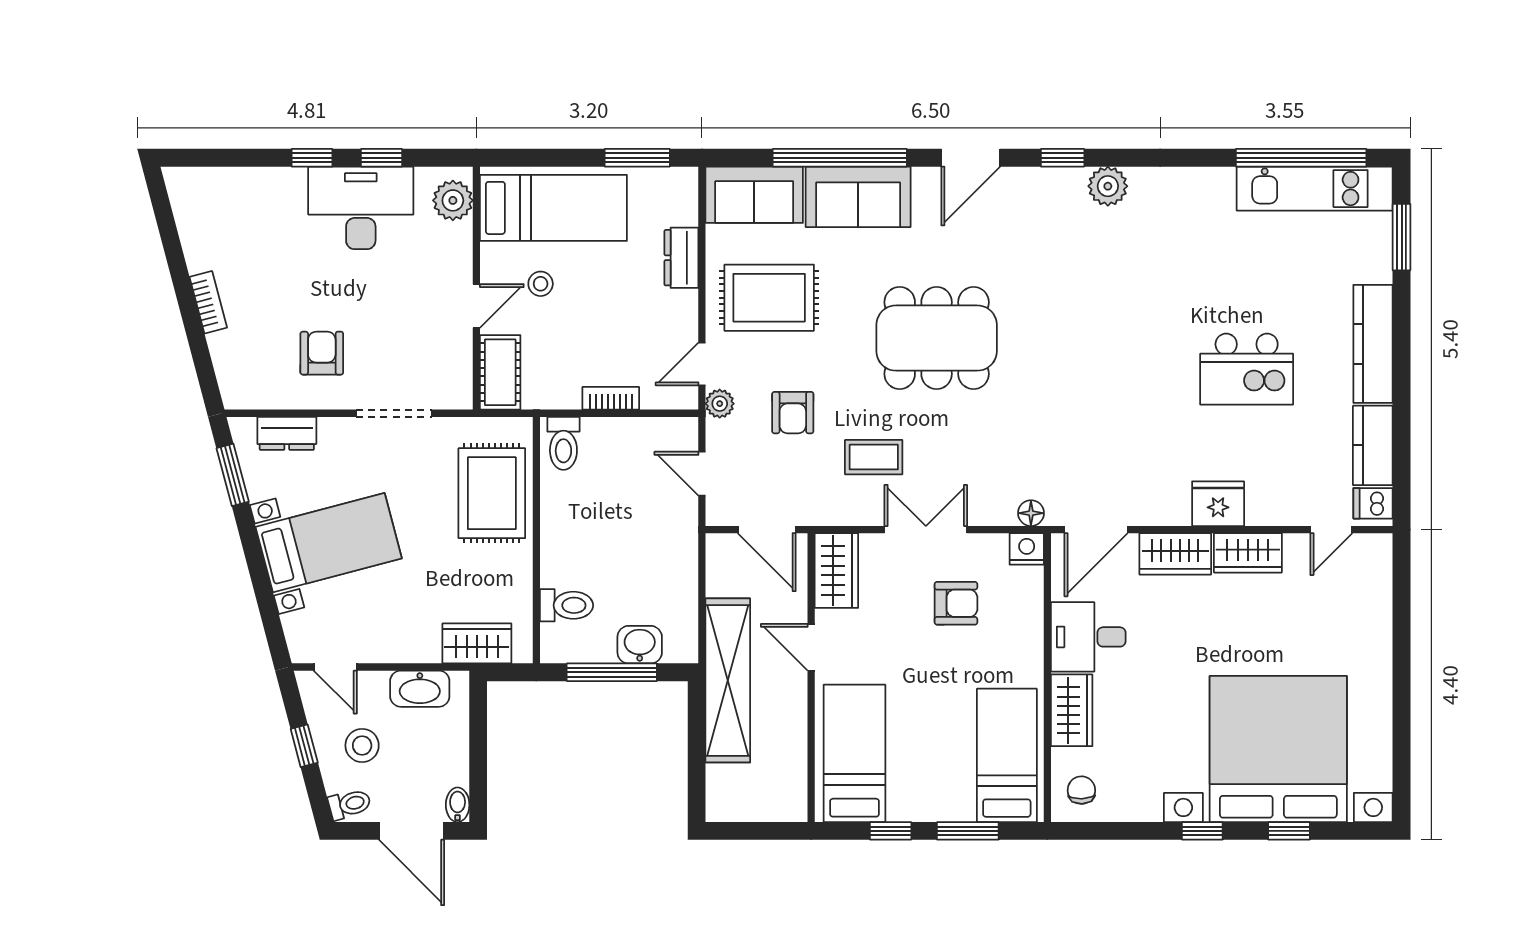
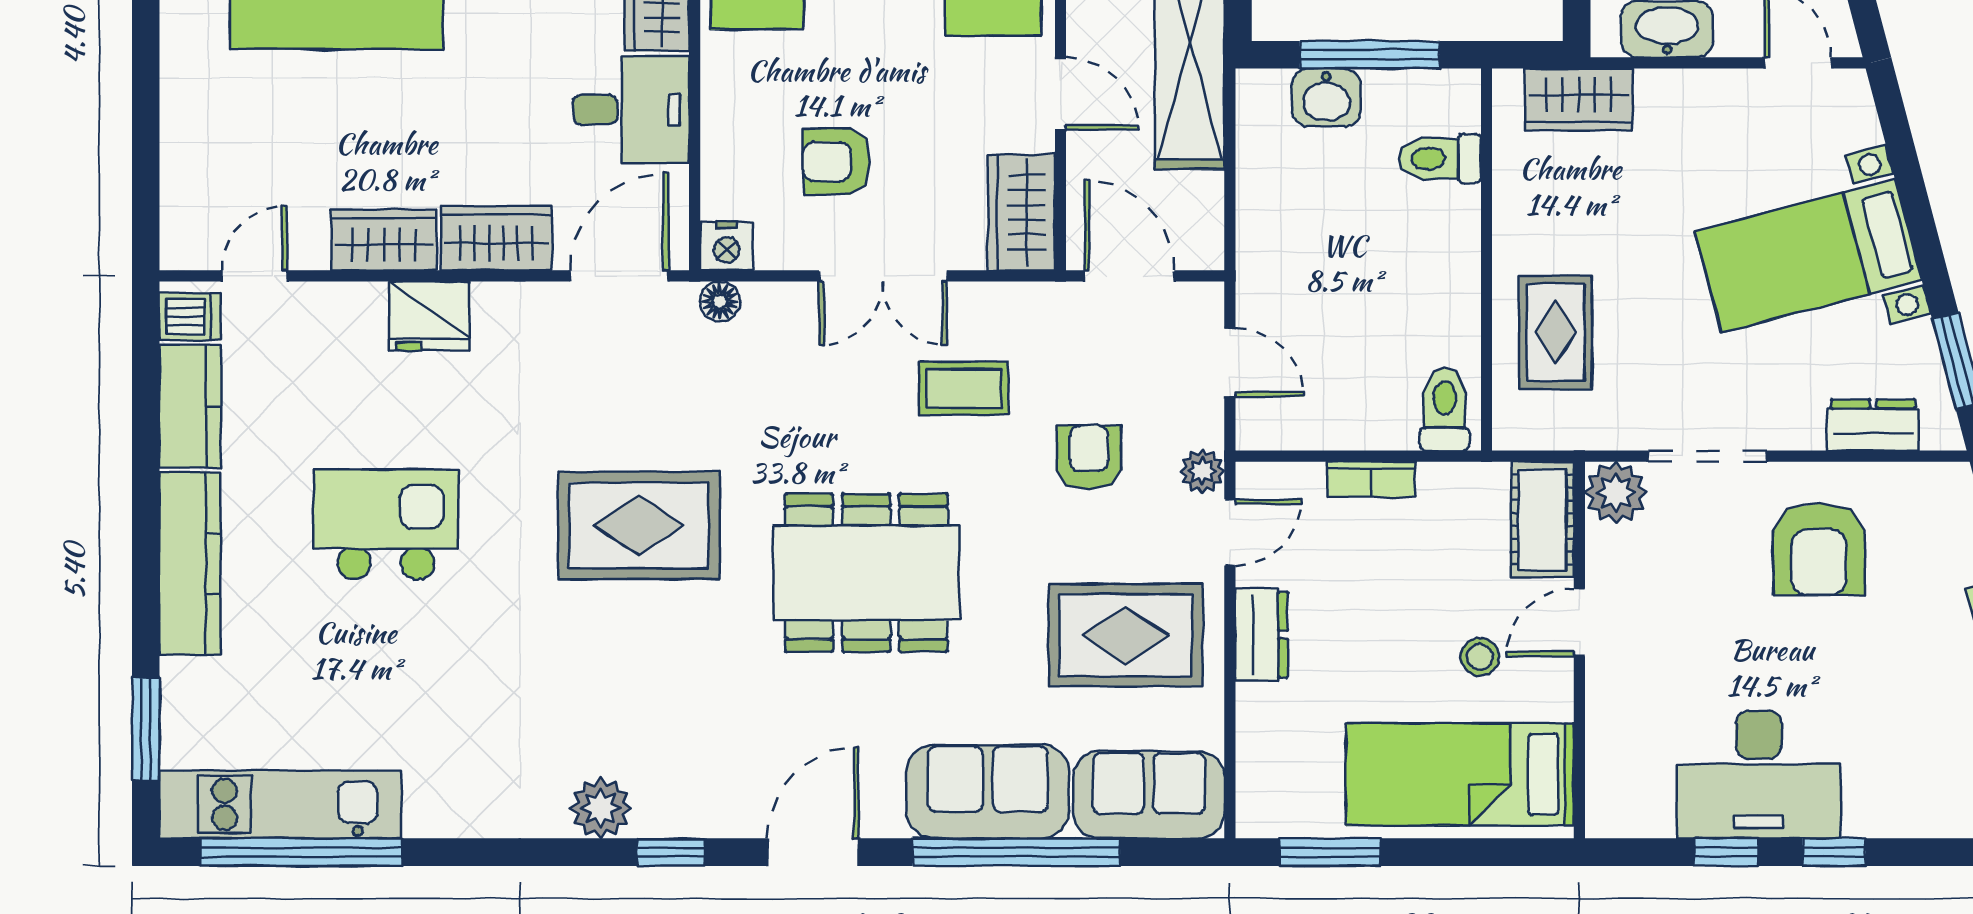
plant: (453, 200) -> (1616, 493), moved
dresser: (681, 258) -> (1262, 635), moved
armchair: (322, 353) -> (1819, 549), width x1.38, depth x1.38
rug: (1083, 369) -> (639, 525), added
rug: (492, 493) -> (1555, 332), width x0.73, depth x0.70

